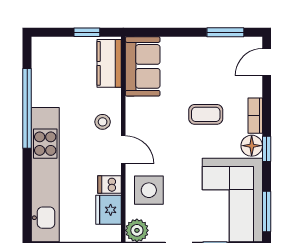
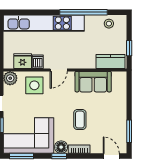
sofa: (143, 66) -> (93, 82), moved
stool: (103, 122) -> (109, 24), moved

